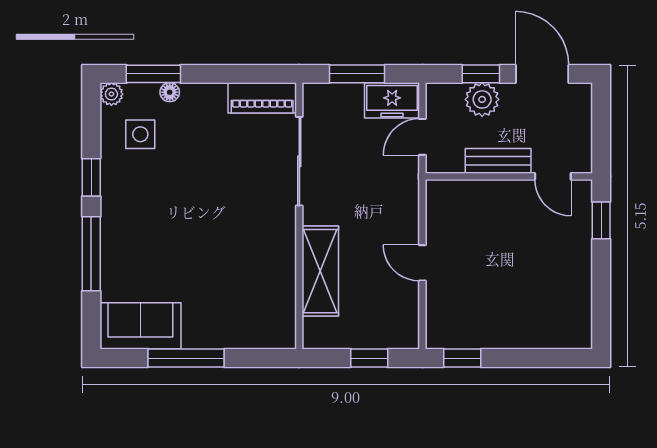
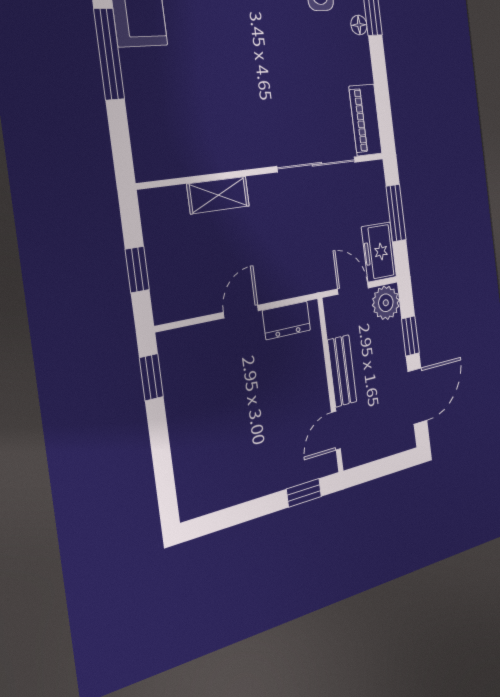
plant: (482, 99) -> (386, 303), moved
dresser: (439, 216) -> (287, 320), added
shelving: (320, 271) -> (218, 195), width x0.67, depth x0.75

